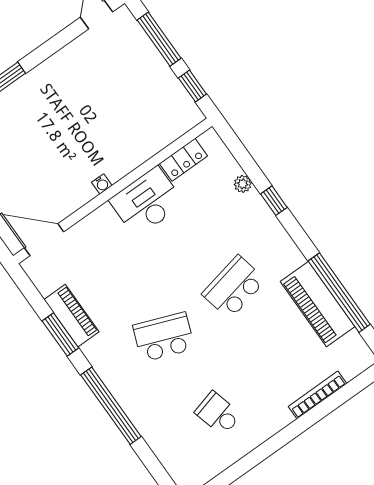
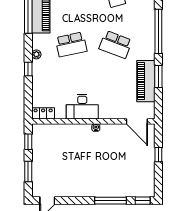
window: (159, 39) -> (28, 171), width x0.69
locker: (183, 160) -> (43, 113), moved
plant: (243, 184) -> (36, 54), moved
piano: (71, 316) -> (146, 81), width x1.37, depth x1.33

